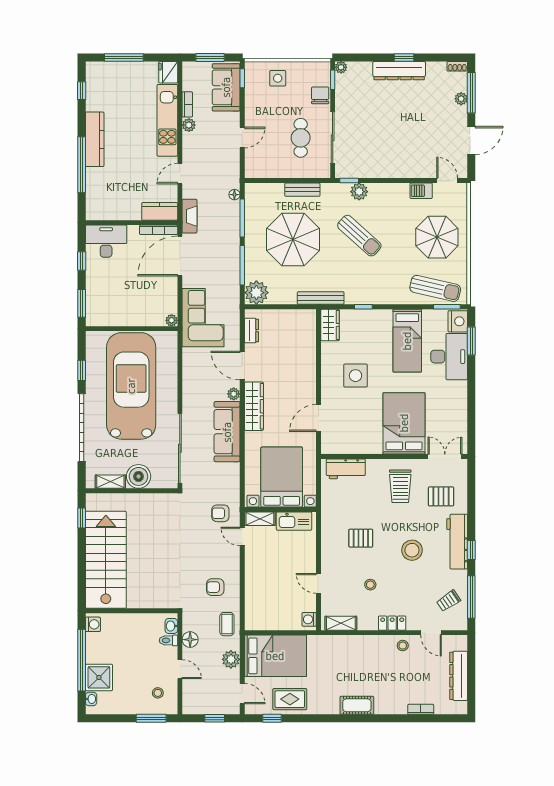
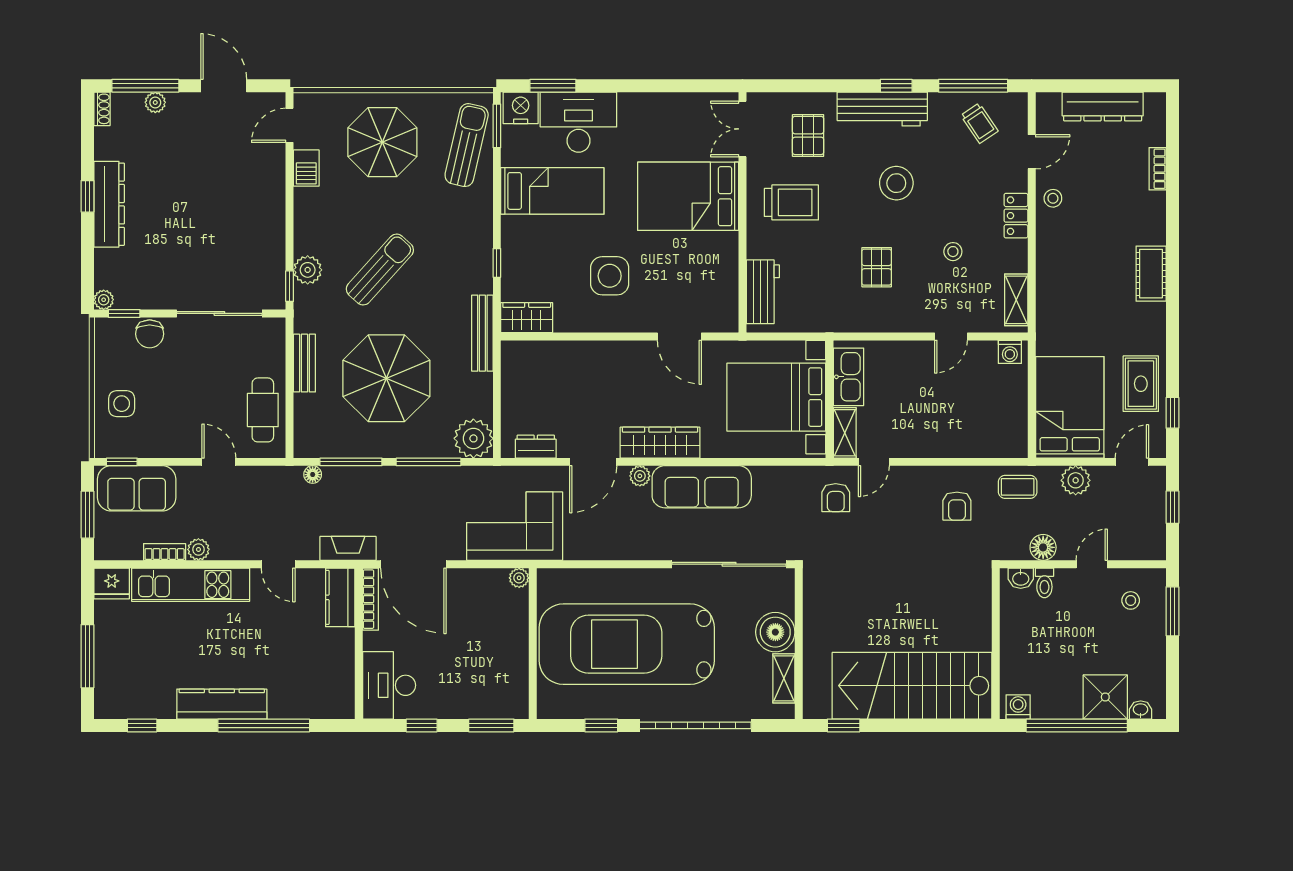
chair: (320, 95) -> (150, 334), turned -90
cafe table: (301, 138) -> (263, 410), moved, turned 90

